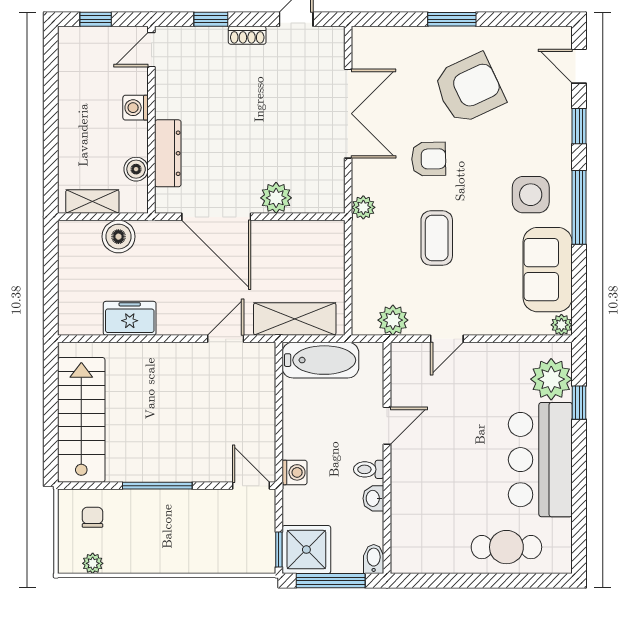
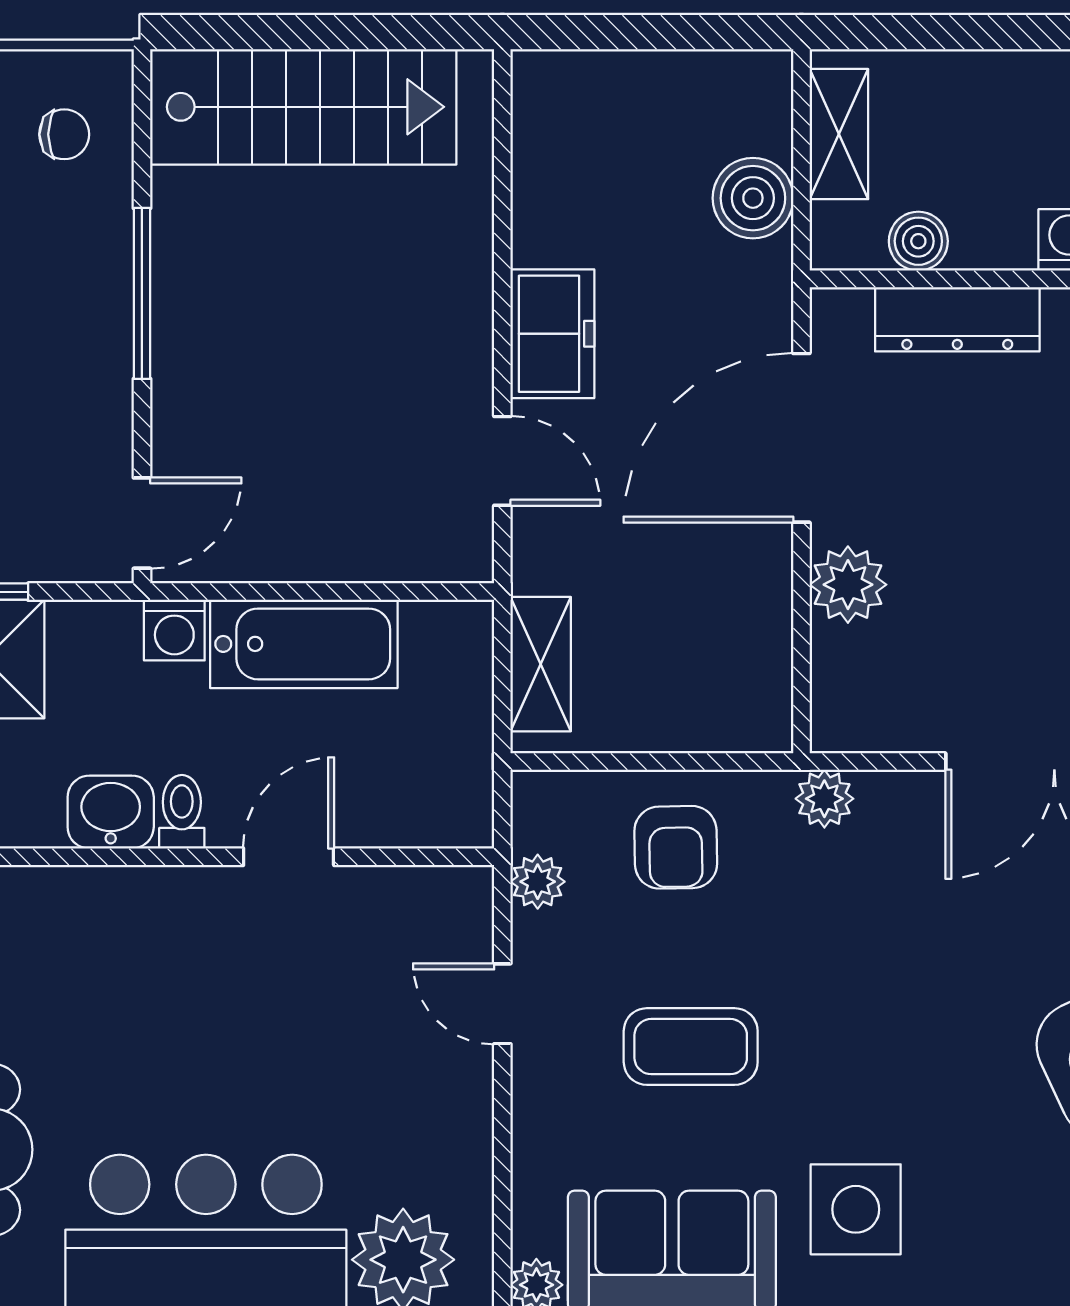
armchair: (429, 159) -> (676, 847), moved
coffee table: (437, 238) -> (691, 1047), moved
freezer: (130, 318) -> (552, 334), moved
shelving: (295, 319) -> (541, 664), width x0.67, depth x0.75
plant: (393, 320) -> (538, 882), width x0.73, depth x0.73
bathtub: (320, 360) -> (304, 644), moved, turned -90
door: (387, 426) -> (289, 857), swing flipped
washbasin: (373, 498) -> (111, 812), width x1.38, depth x1.45

